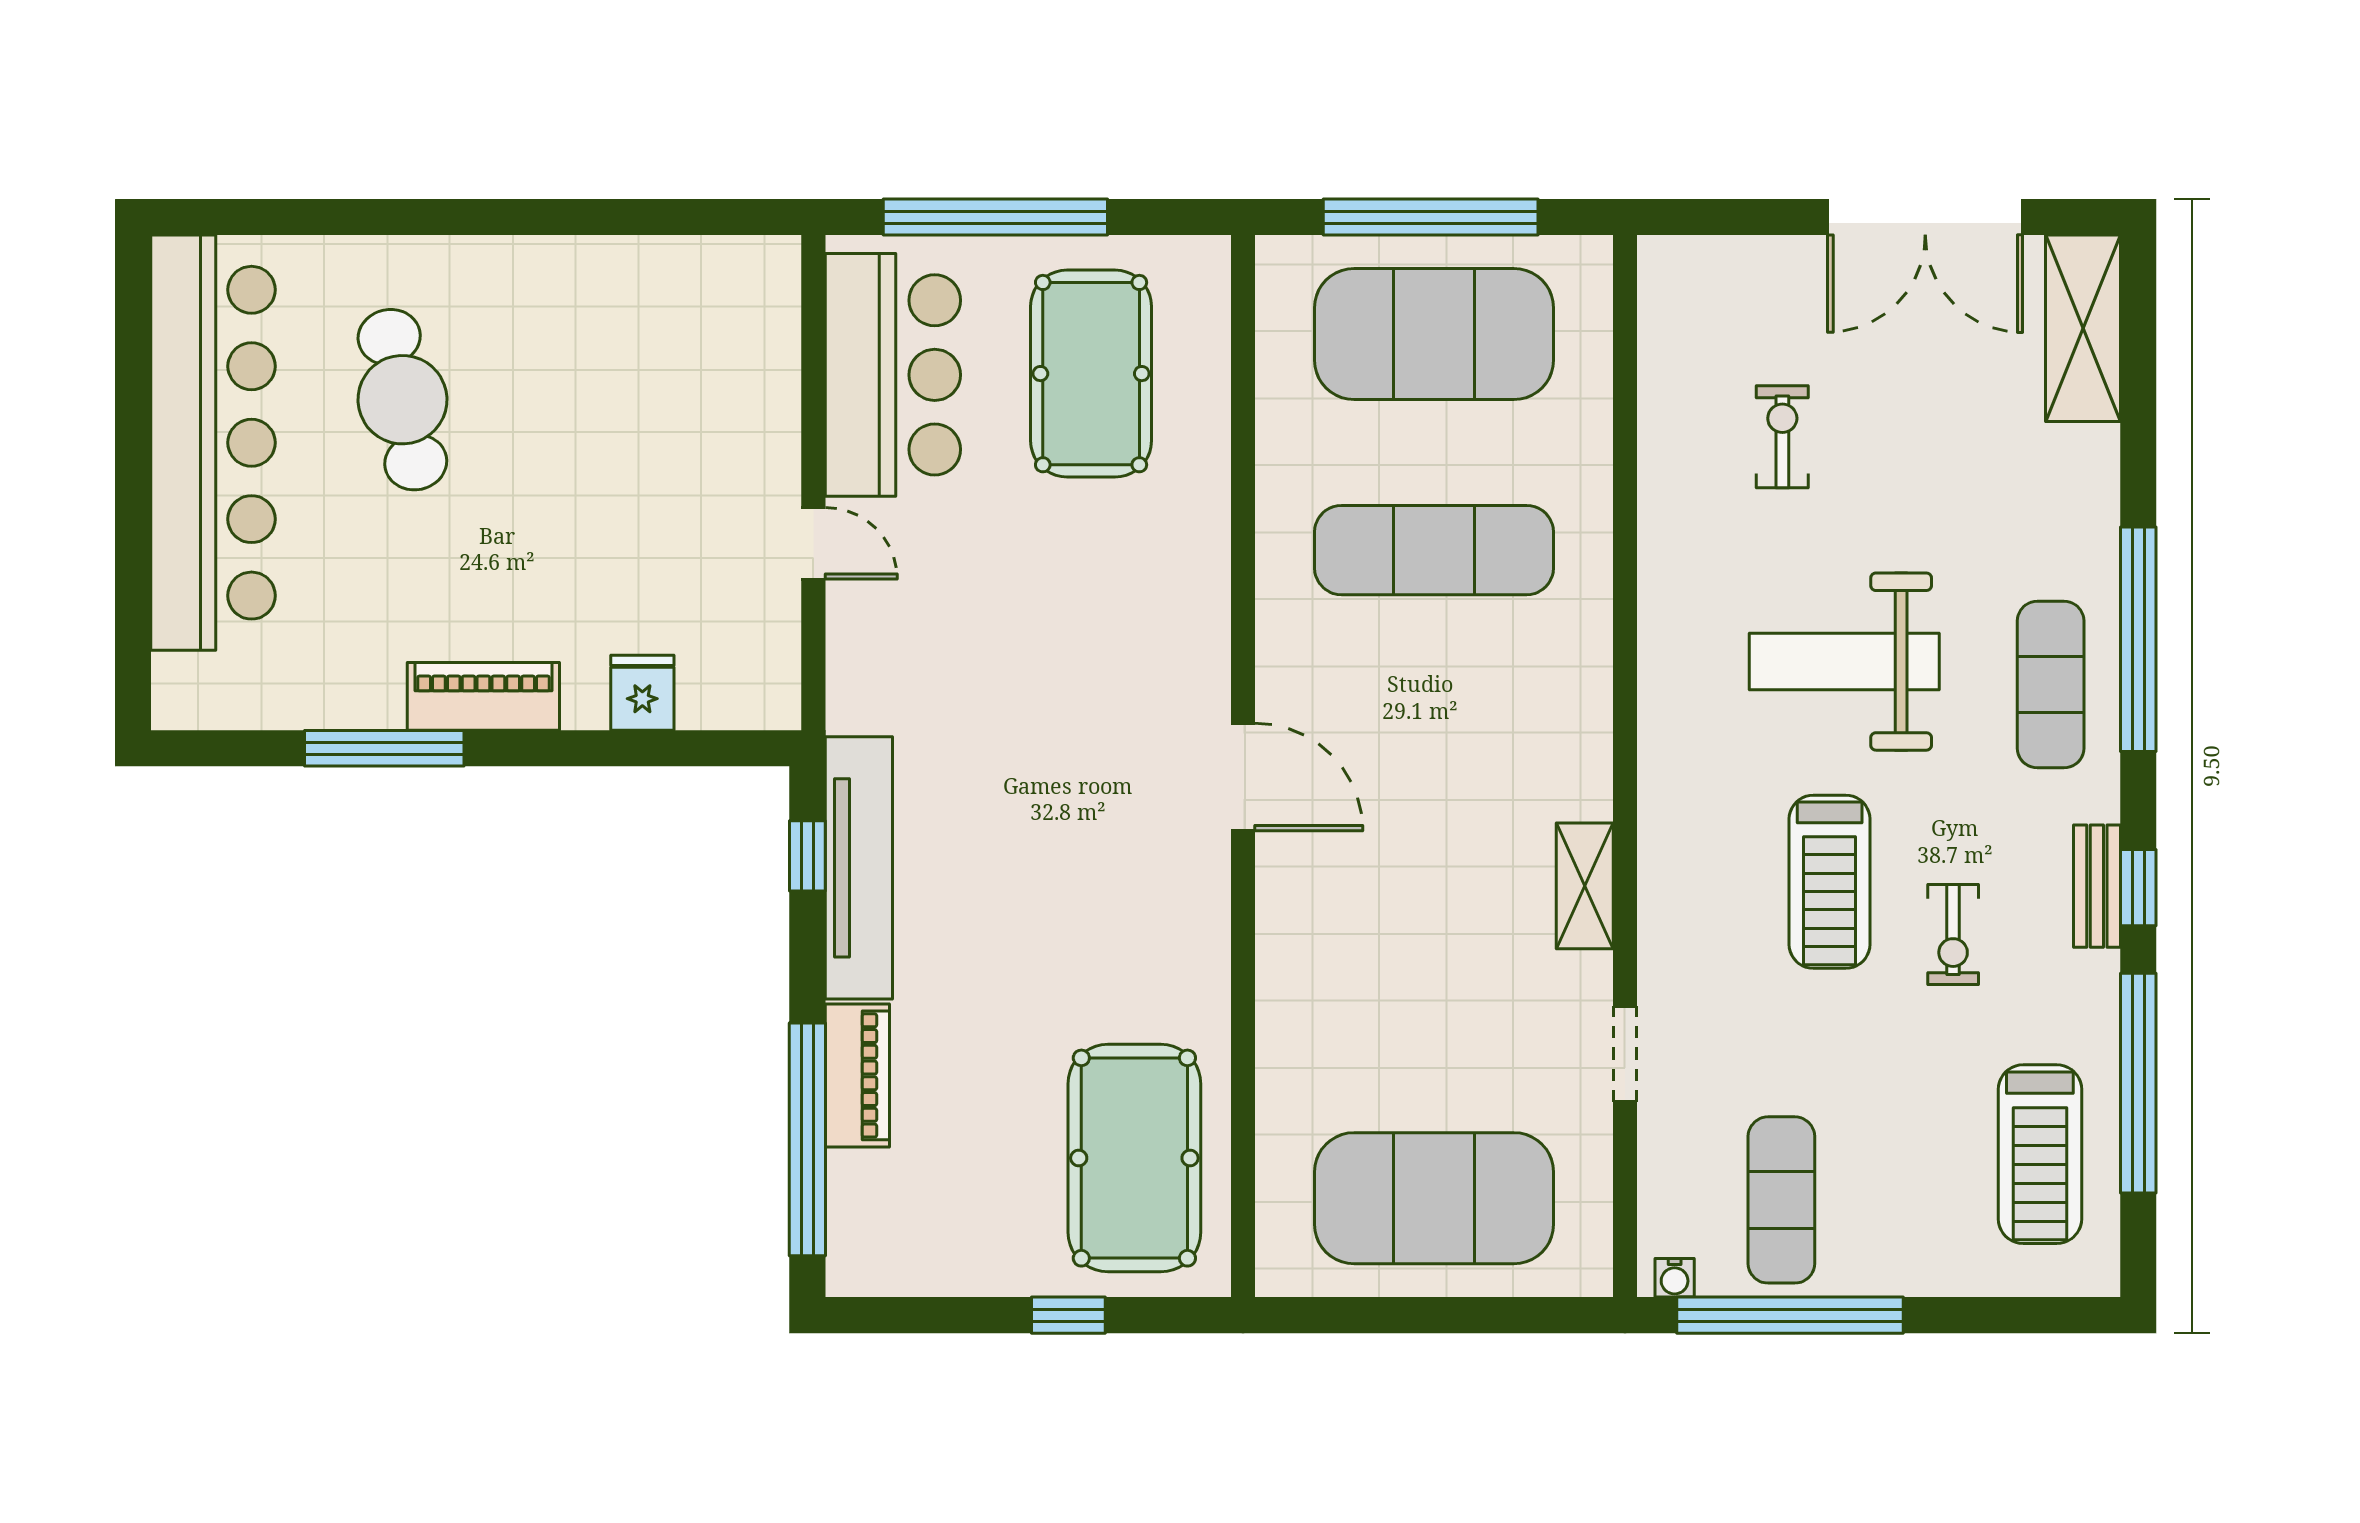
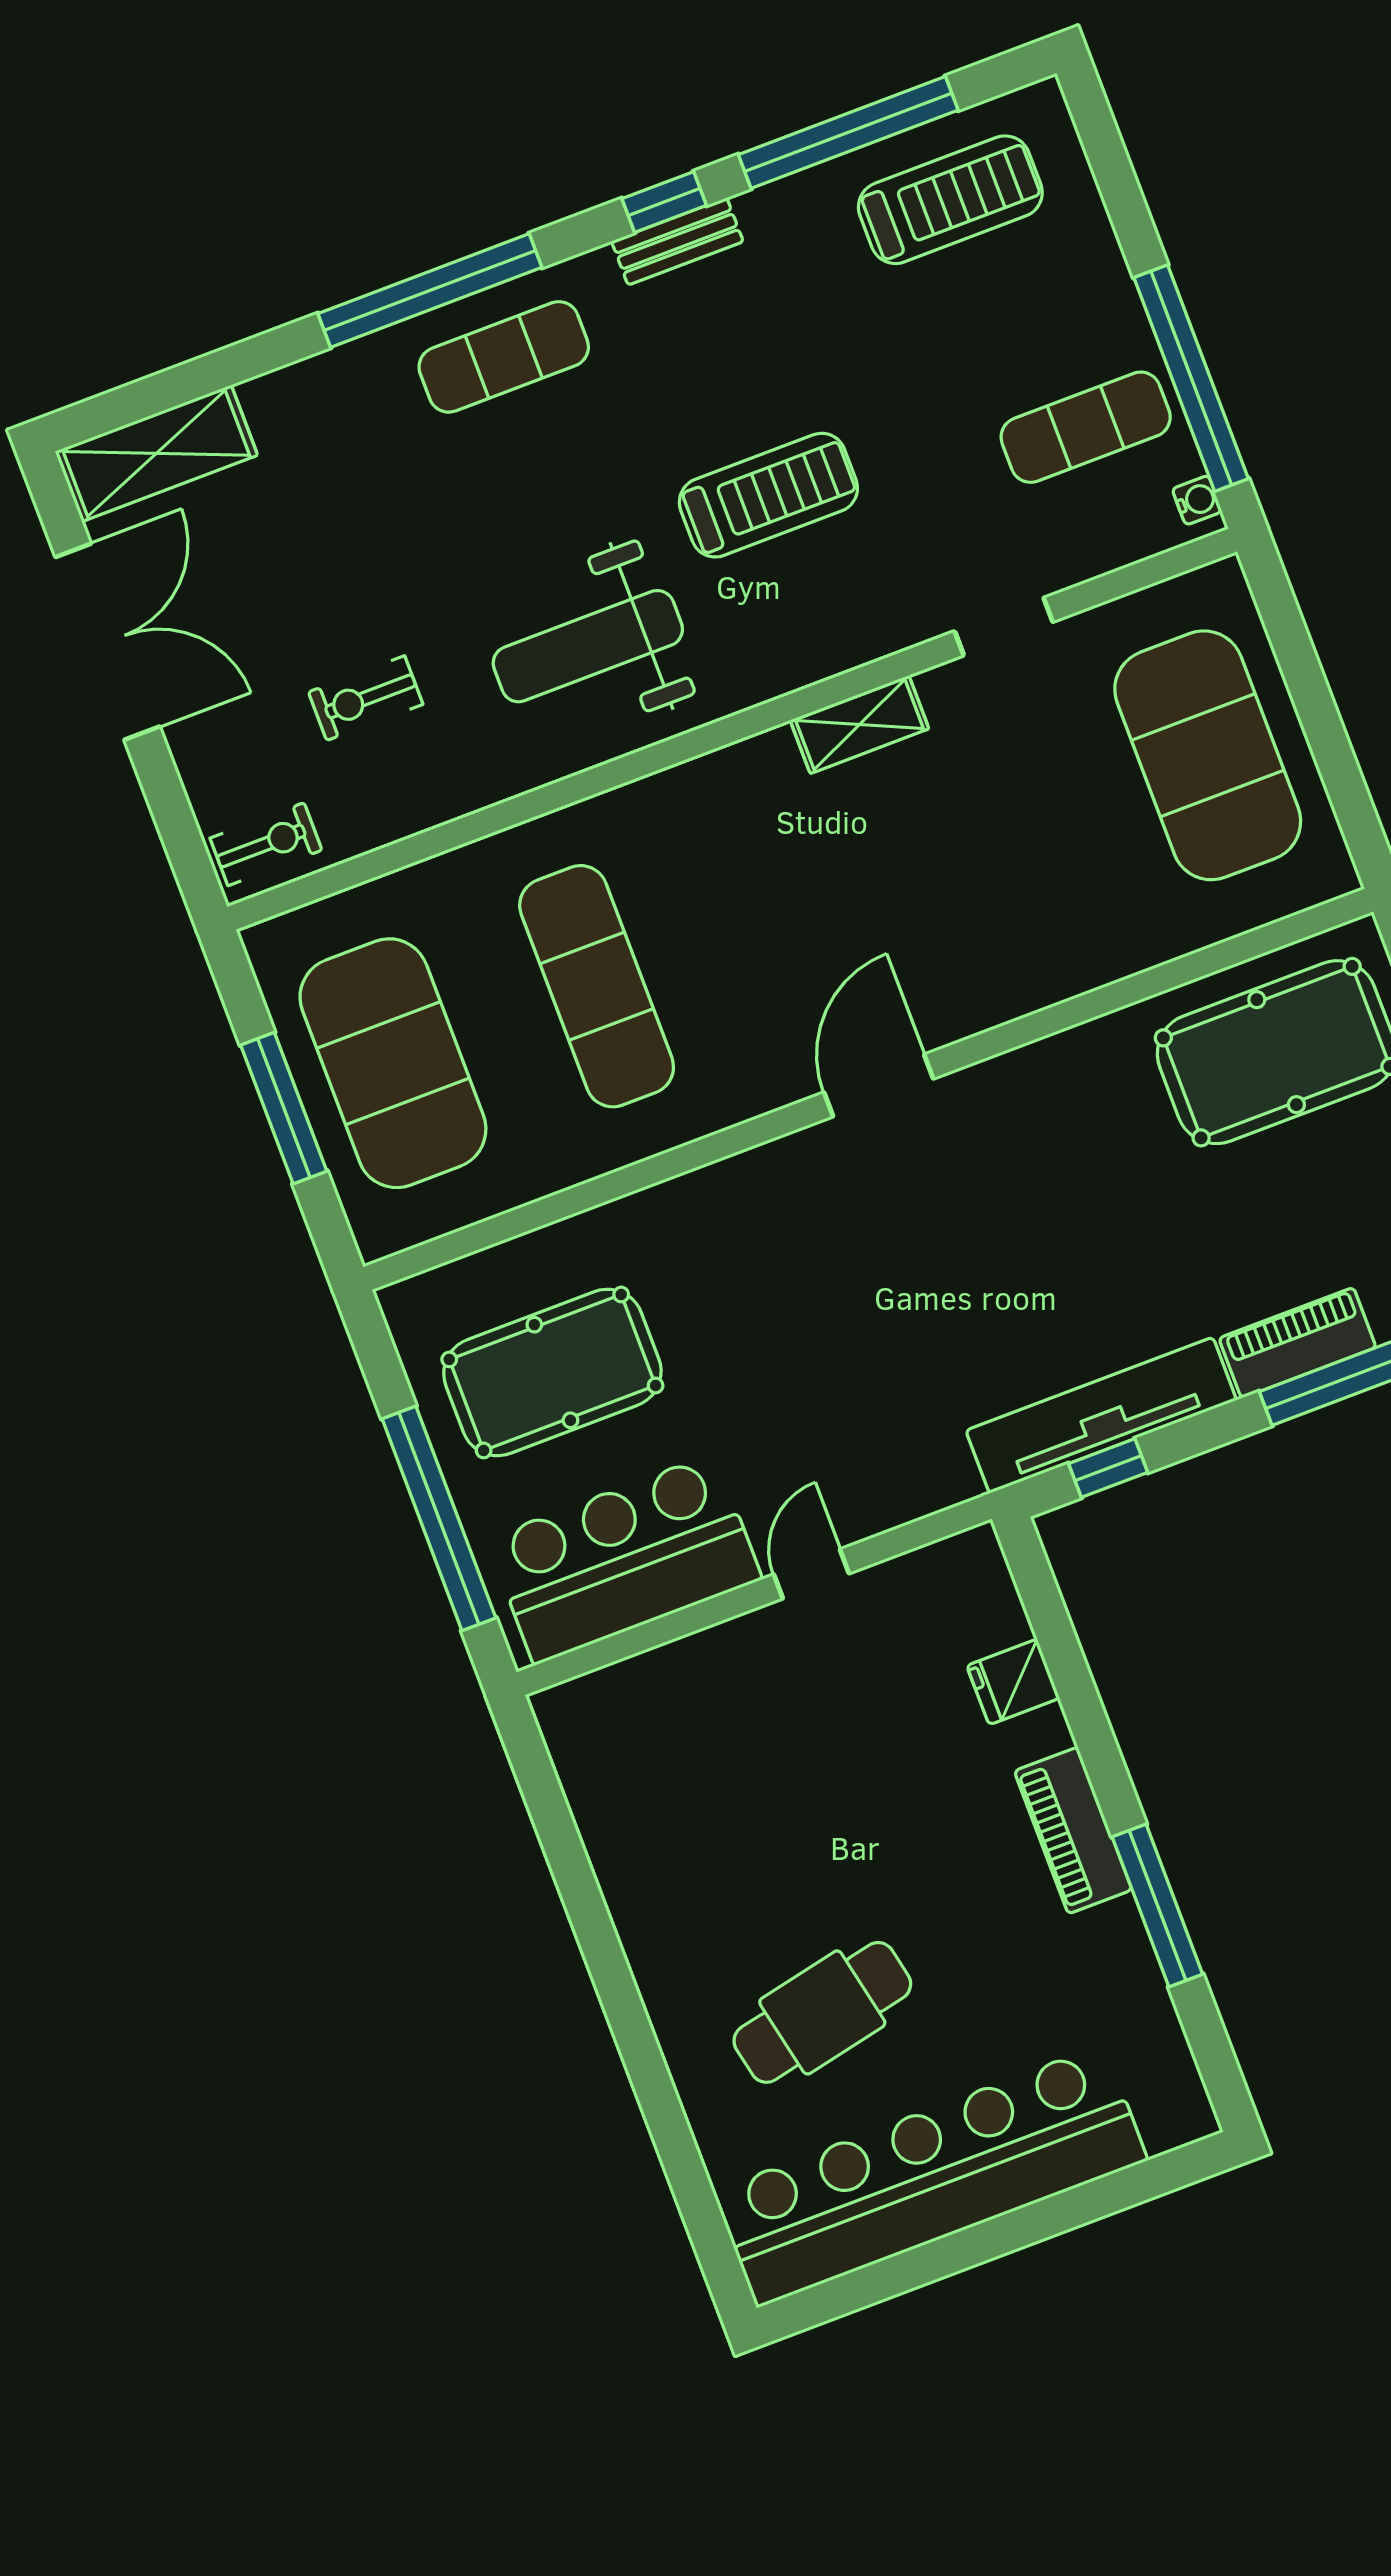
window: (1431, 217) -> (284, 1108), width x0.68
weight bench: (1844, 662) -> (588, 646), moved, turned 90
exercise bike: (1953, 935) -> (266, 844), moved

